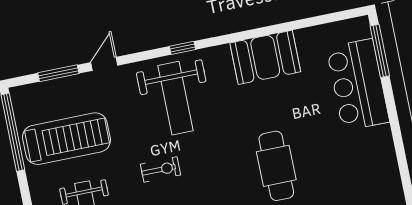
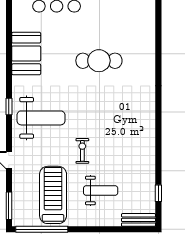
window: (58, 73) -> (9, 206), moved
exercise bike: (160, 170) -> (82, 151), moved

